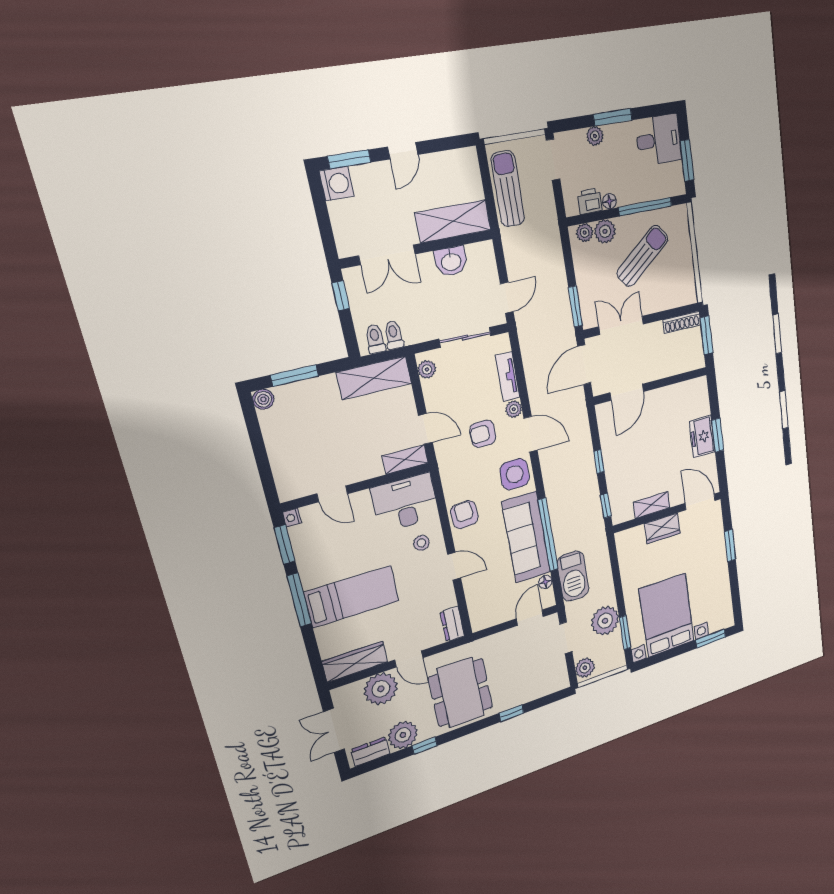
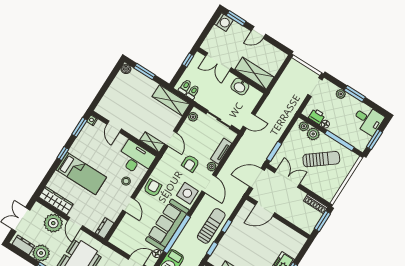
sun lounger: (508, 189) -> (211, 226), moved
armchair: (483, 434) -> (190, 163), turned -90
window: (299, 600) -> (63, 153), width x0.46

